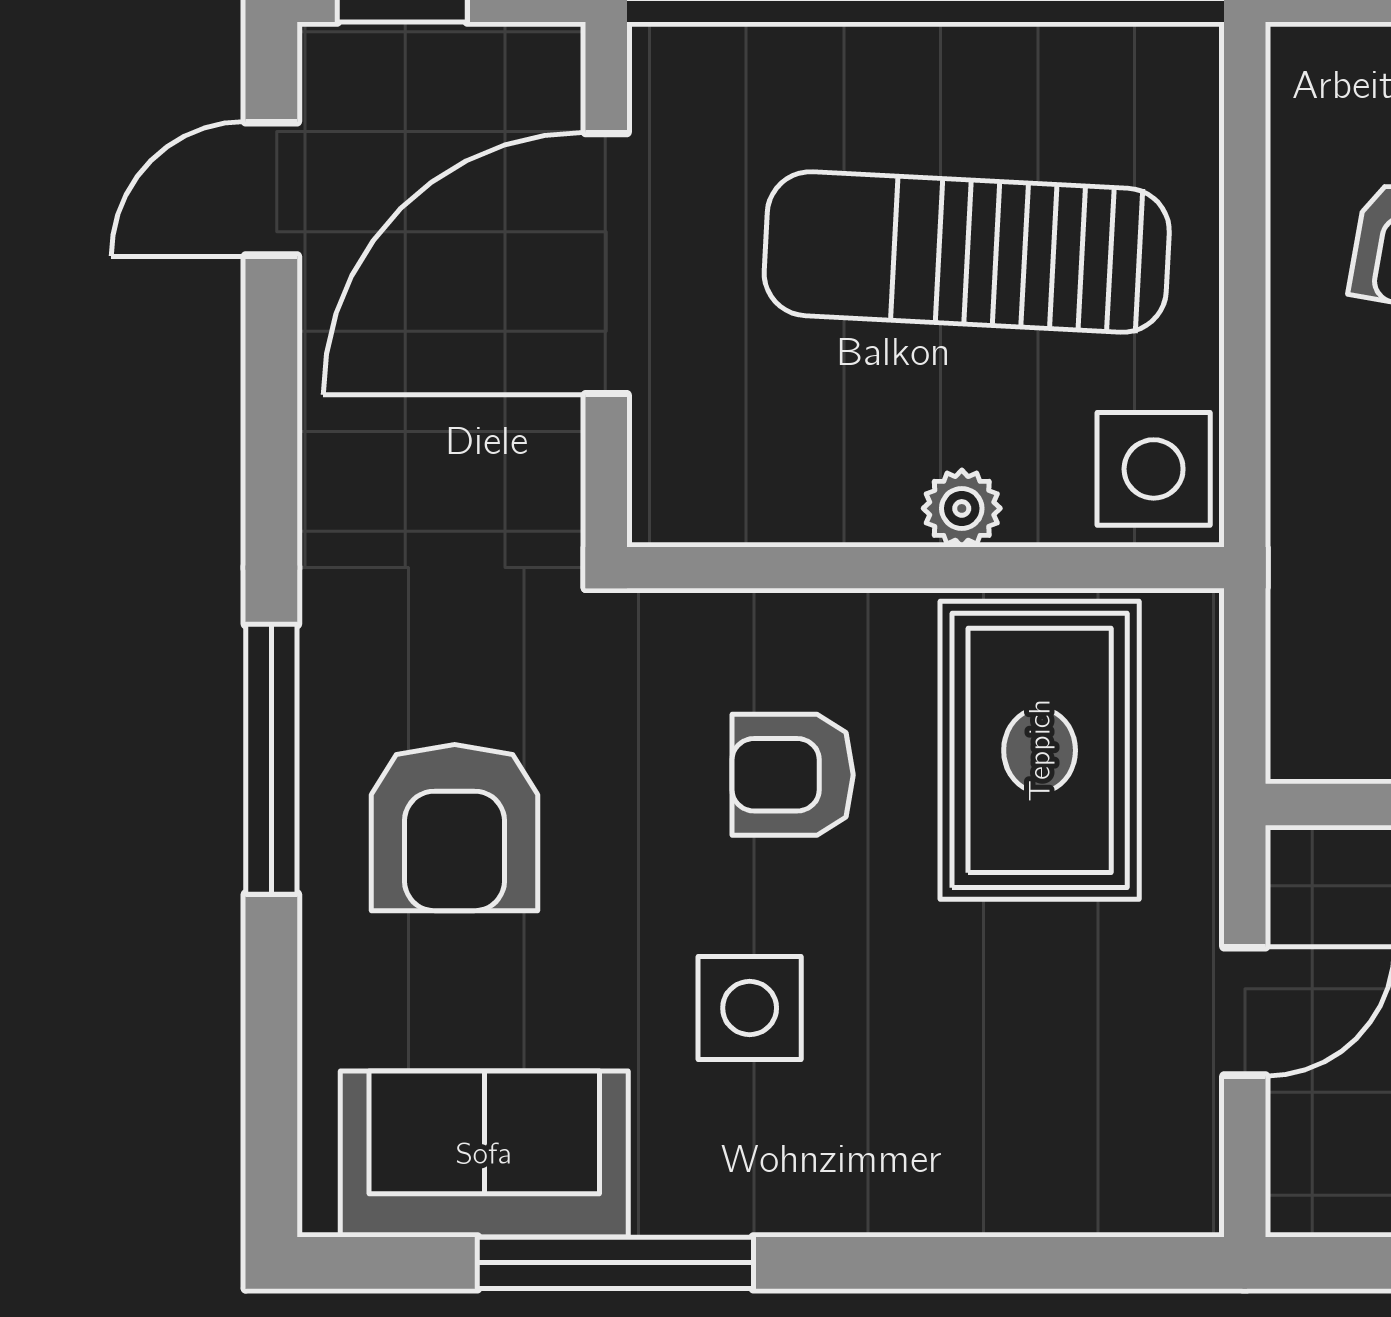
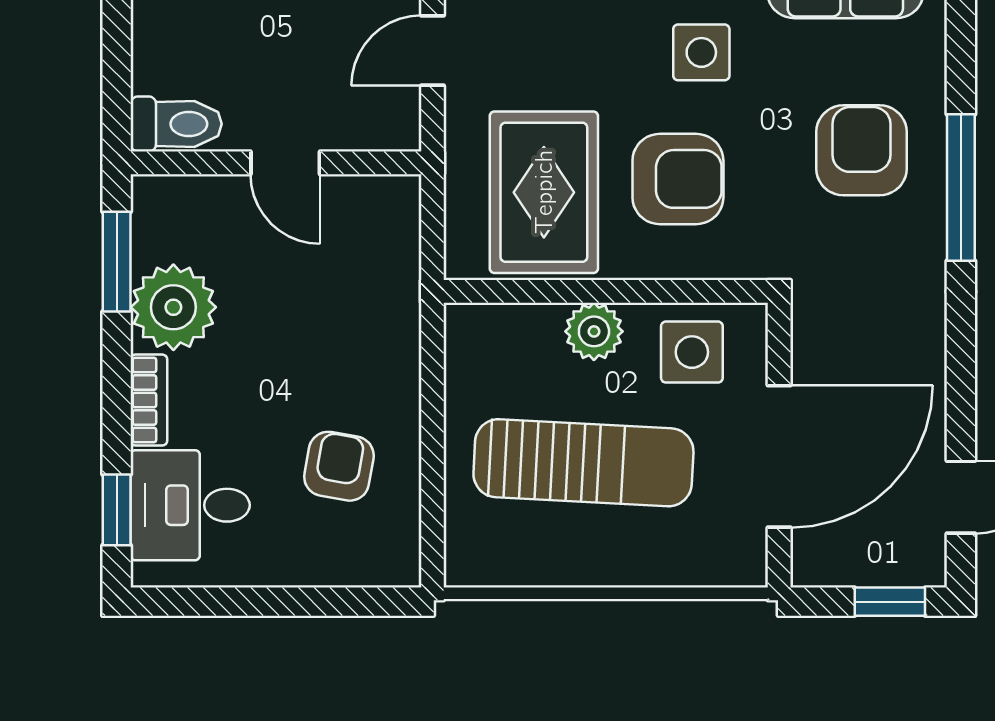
side table: (1154, 469) -> (692, 352), moved
plant: (962, 508) -> (594, 331), width x1.38, depth x1.38
armchair: (793, 775) -> (678, 179), width x1.38, depth x1.38

